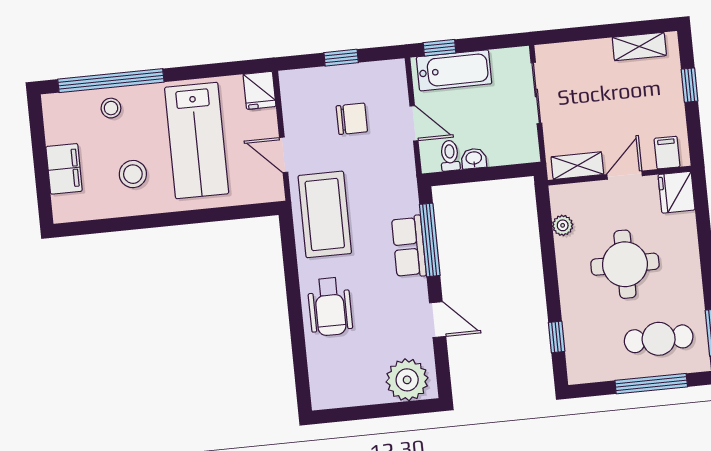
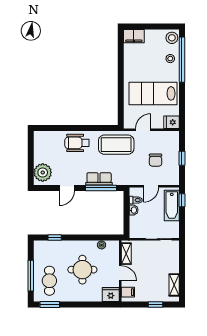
filing cabinet: (64, 169) -> (134, 36), moved
stool: (133, 174) -> (172, 38), moved

